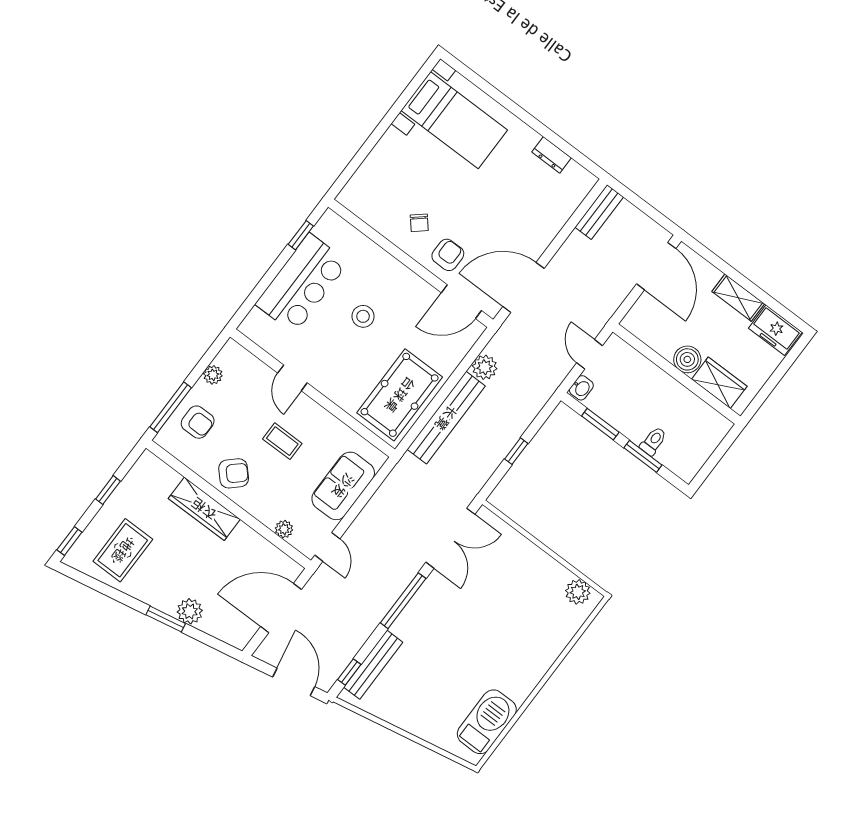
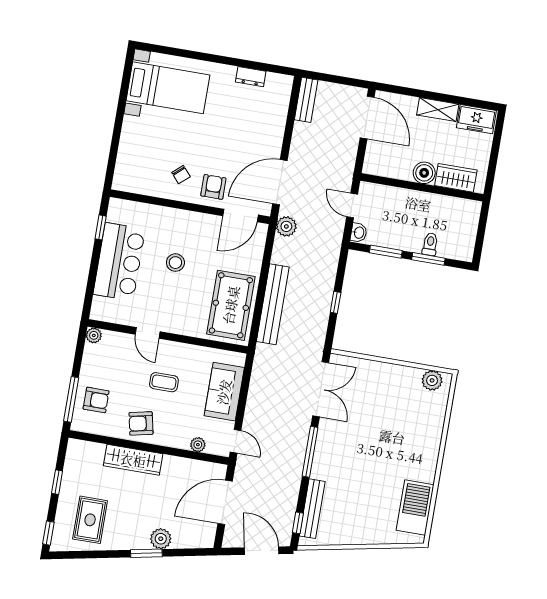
plant: (485, 367) -> (286, 226), moved
plant: (213, 375) -> (94, 335), moved
armchair: (234, 473) -> (141, 423), turned -149

